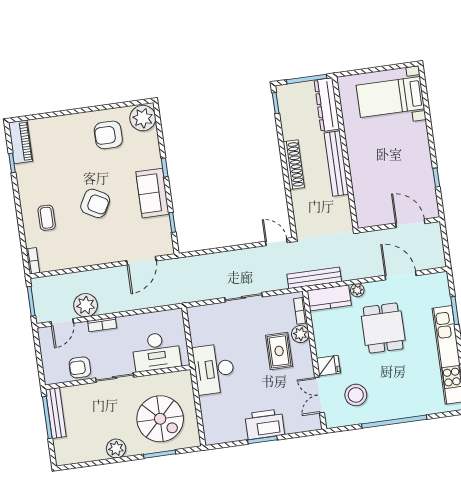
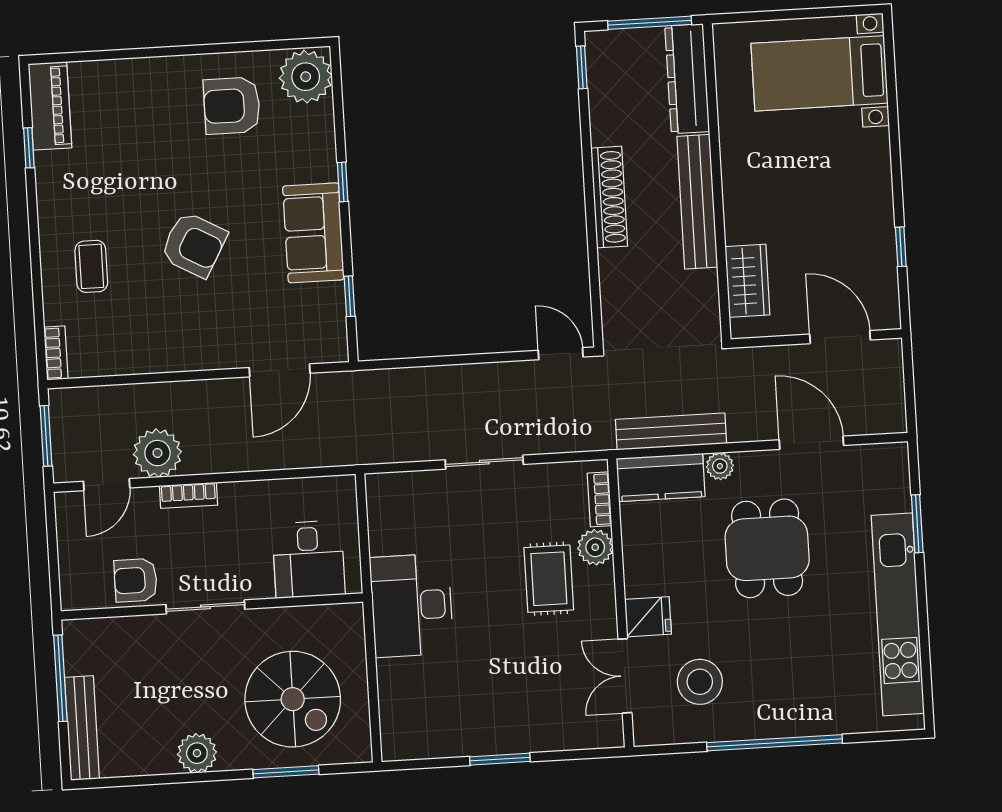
wardrobe: (364, 200) -> (747, 281), added
bench: (314, 278) -> (671, 432), moved
desk: (156, 352) -> (309, 559), width x0.73
bench: (56, 413) -> (82, 728), moved
printer: (265, 424) -> (507, 727), removed

